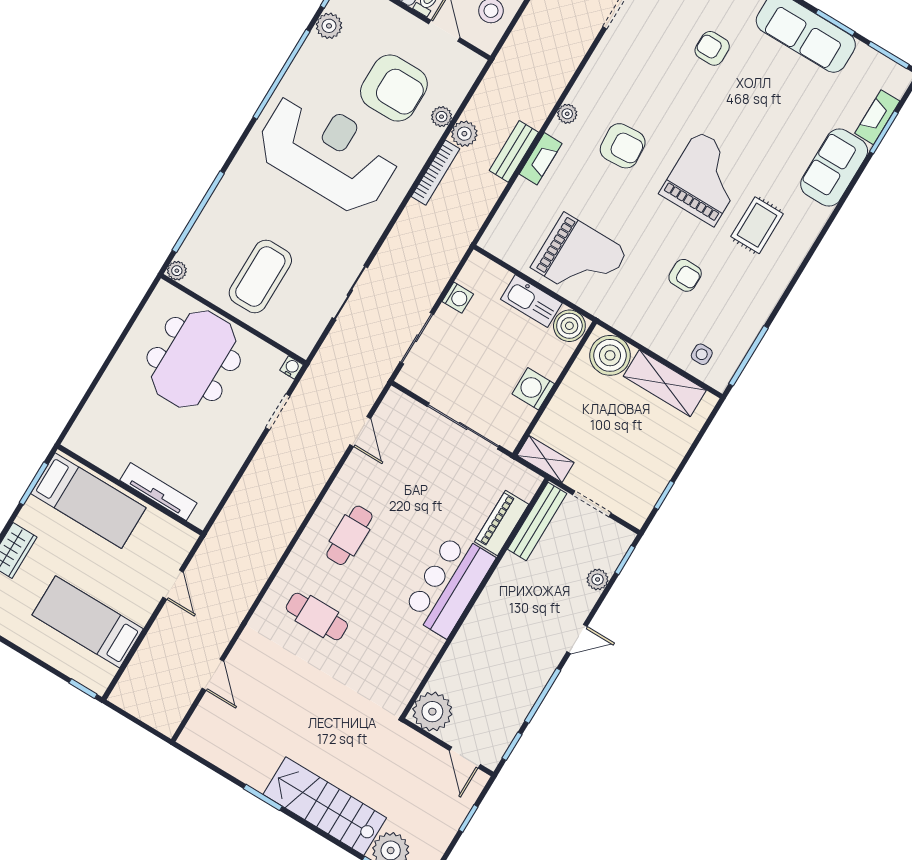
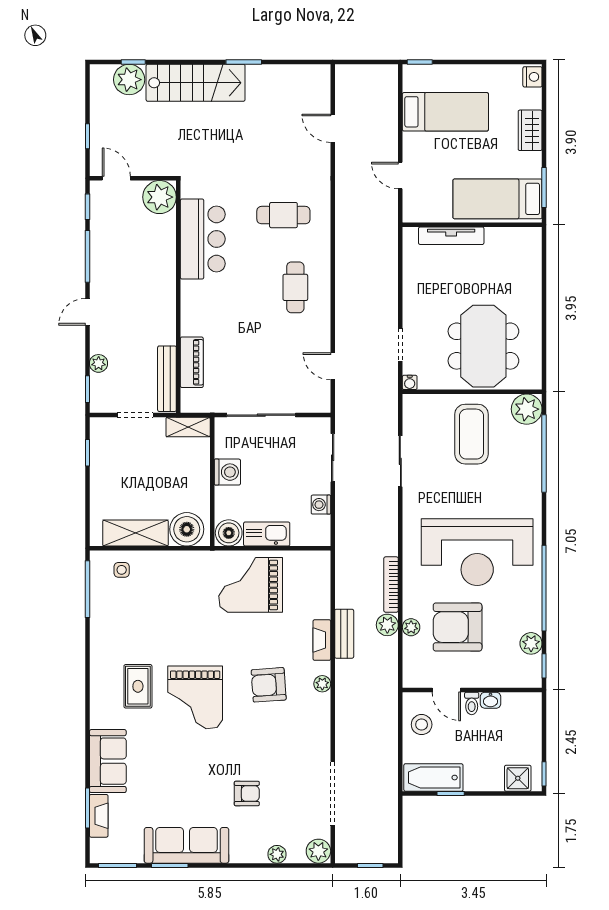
plant: (177, 271) -> (527, 409), width x1.88, depth x1.88
armchair: (685, 275) -> (168, 619), removed
bar counter: (449, 585) -> (203, 239), moved

